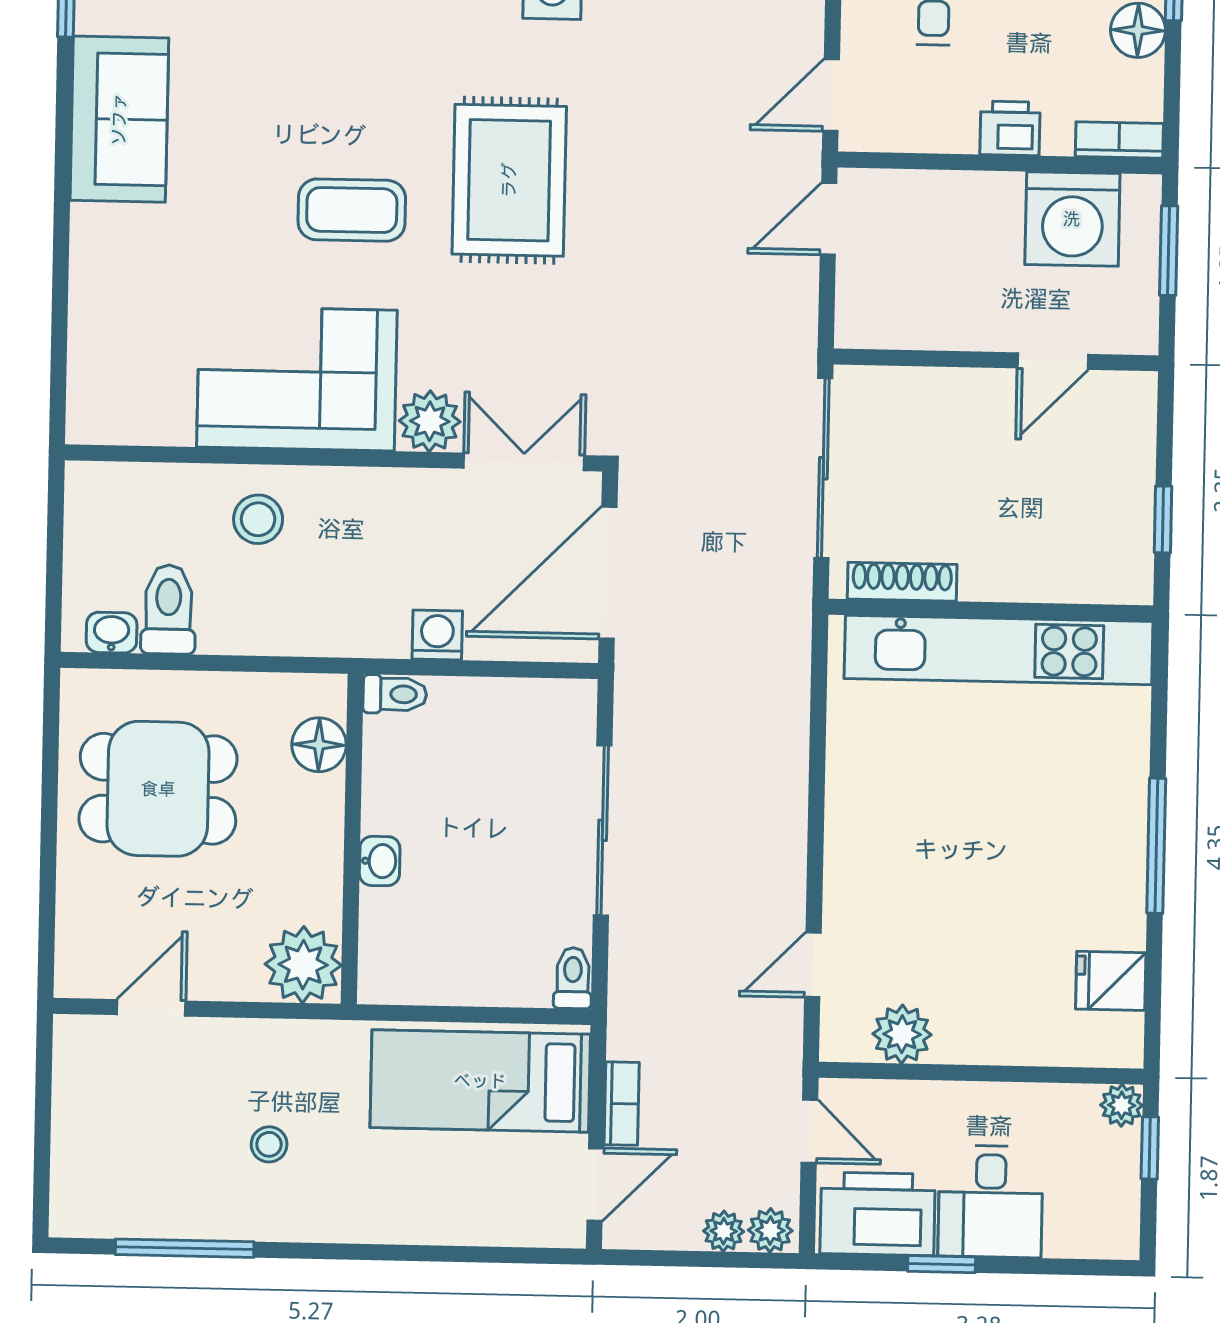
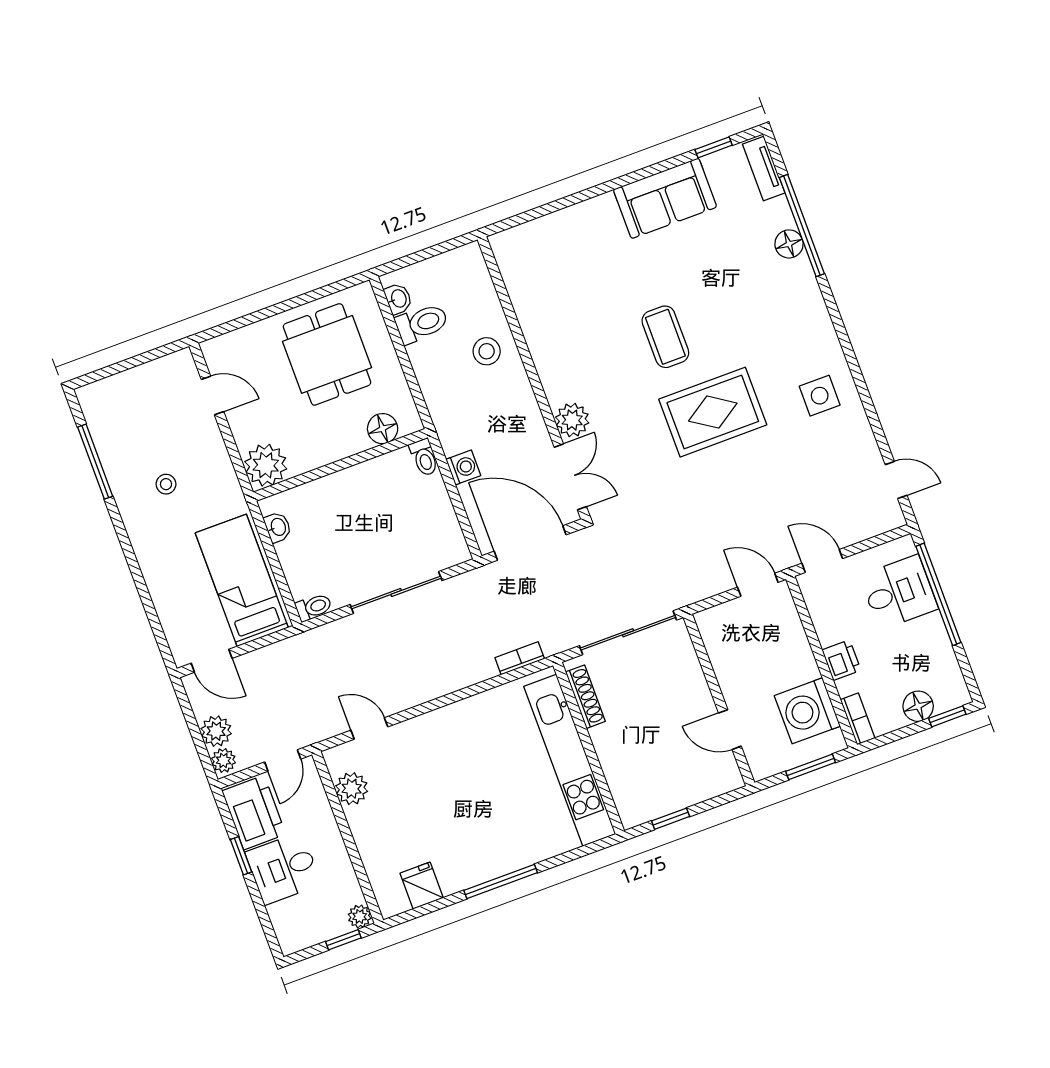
corner sofa: (297, 379) -> (567, 343), removed
washbasin: (380, 861) -> (278, 527), moved, turned -90
bookcase: (622, 1104) -> (520, 658), moved, turned 180
plant: (724, 1231) -> (216, 731), width x1.38, depth x1.38

